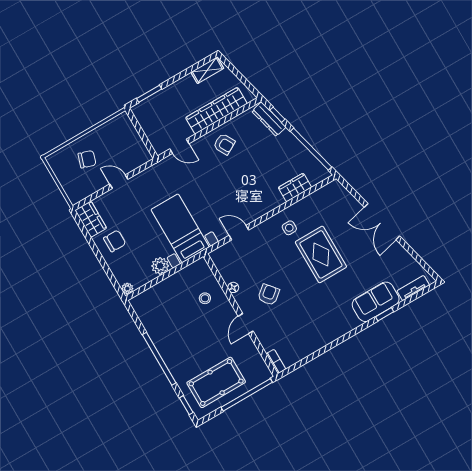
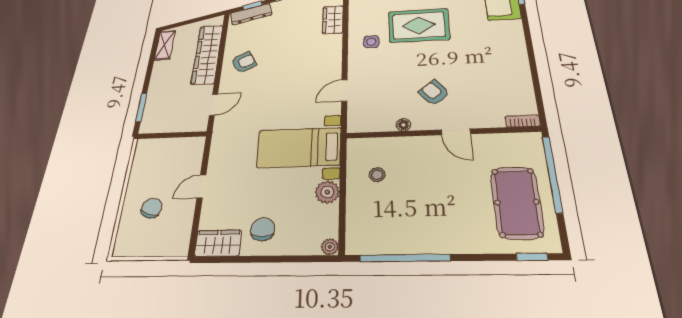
stool: (205, 298) -> (377, 175), moved
window: (159, 359) -> (405, 258), moved

